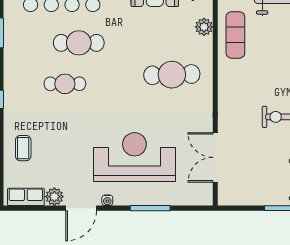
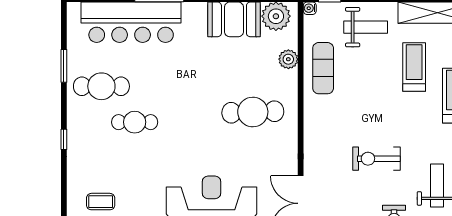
cafe table: (79, 43) -> (101, 86), moved
coffee table: (23, 148) -> (101, 202), moved, turned 90

